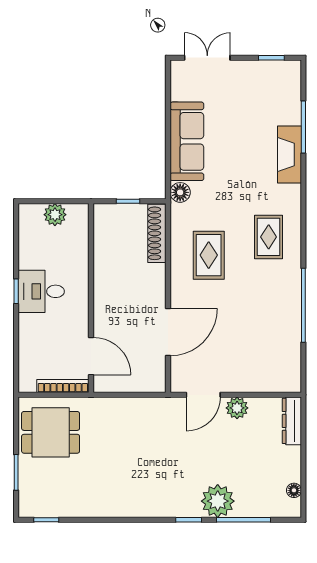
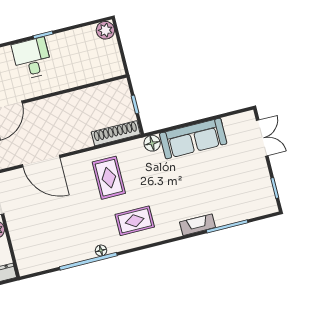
fireplace: (289, 155) -> (198, 225), width x0.73, depth x0.76
plant: (55, 215) -> (105, 30), moved
rug: (209, 255) -> (109, 178), turned 90
floor lamp: (294, 287) -> (101, 251), added
desk: (41, 291) -> (32, 58), moved

